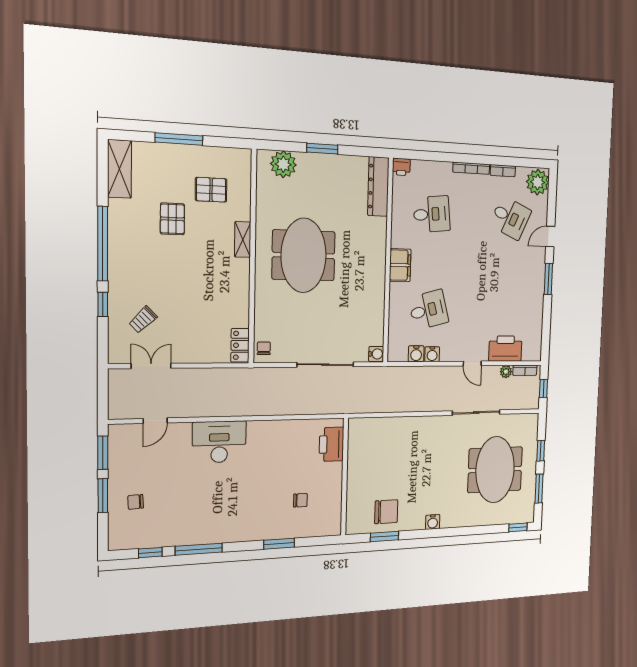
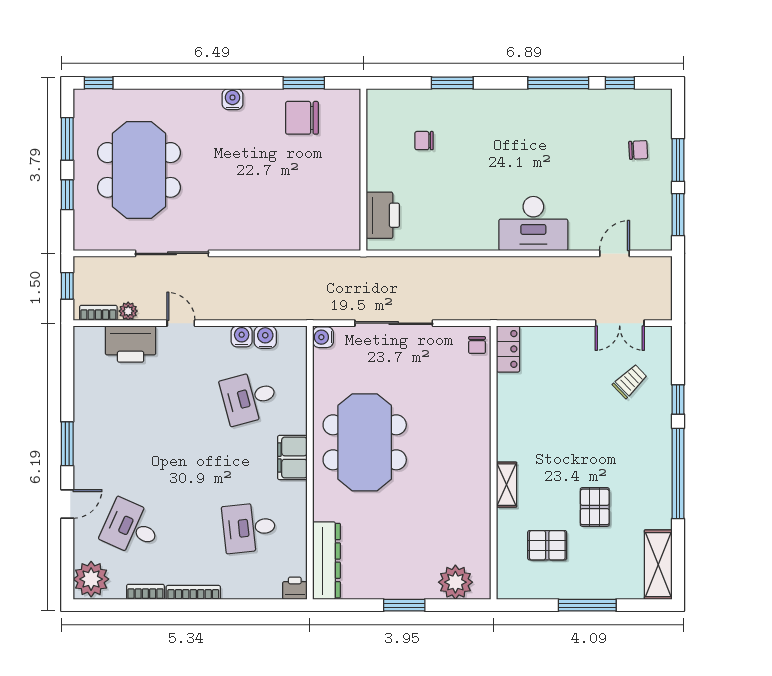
meeting table: (304, 255) -> (365, 442), moved

